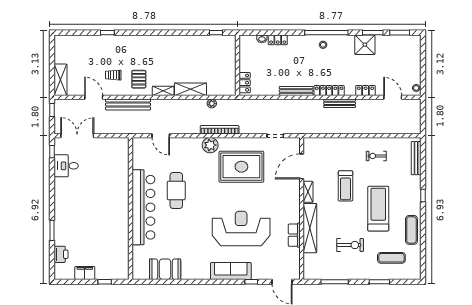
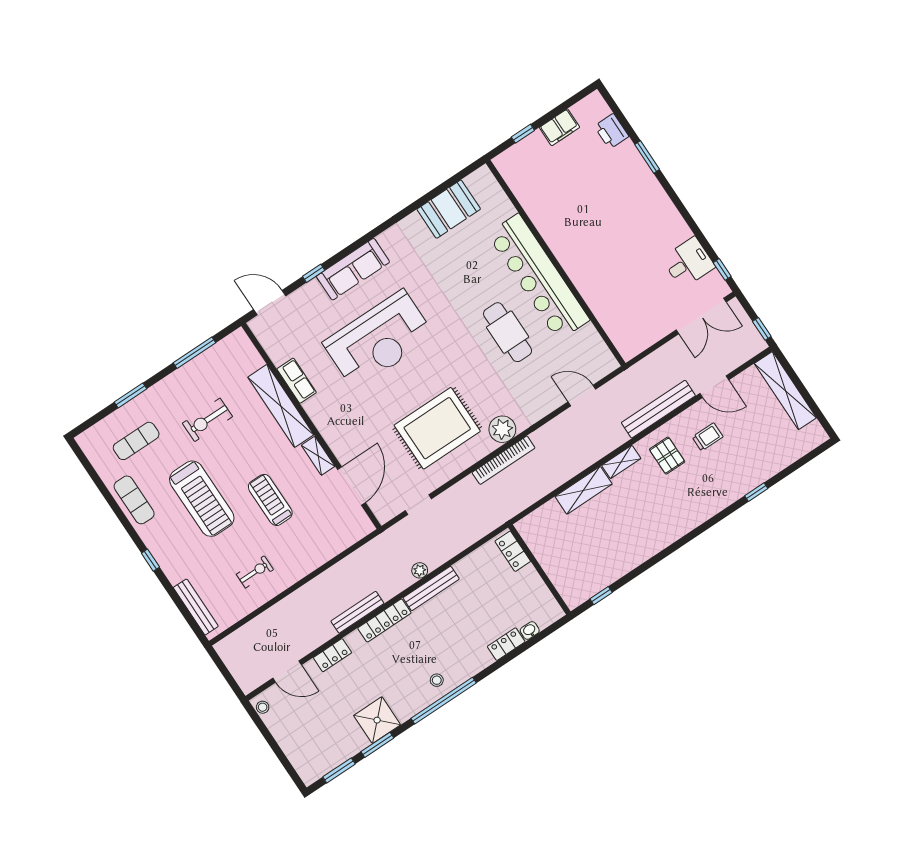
shelving: (61, 80) -> (785, 391), width x1.47
plant: (212, 103) -> (420, 570), moved

